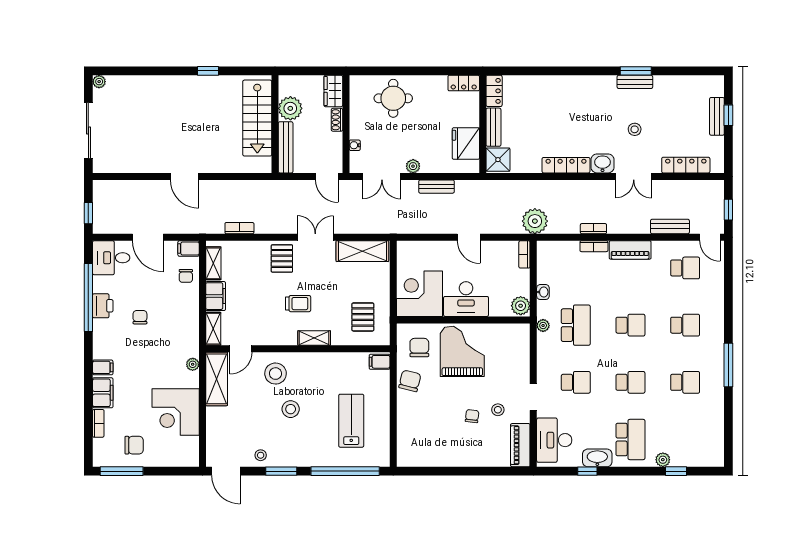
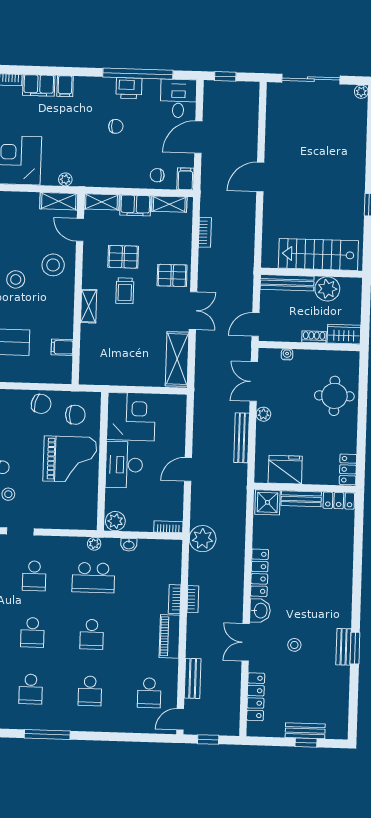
bench: (436, 187) -> (242, 438), width x1.36
pallet: (363, 317) -> (123, 257), moved
filing cabinet: (380, 362) -> (62, 347), moved, turned -90
shelving: (217, 379) -> (59, 201), width x0.67, depth x0.75

